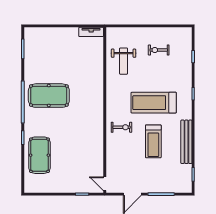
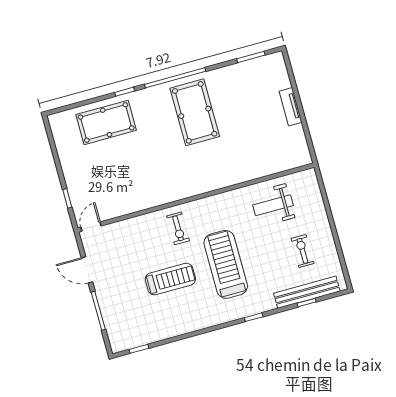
tv unit: (91, 32) -> (291, 107), moved
treadmill: (153, 141) -> (170, 279), turned 180
bench: (186, 142) -> (307, 292), moved

